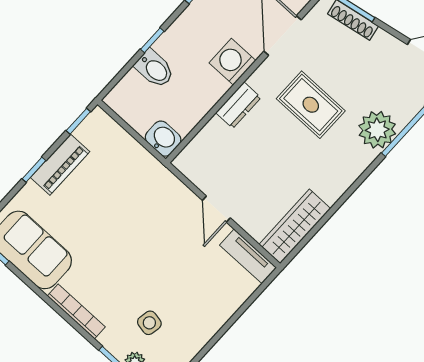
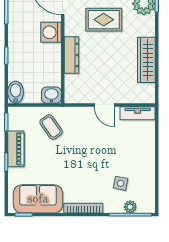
bidet: (155, 69) -> (16, 92), moved, turned -90
dresser: (238, 105) -> (71, 55), width x1.44
coffee table: (127, 177) -> (51, 127), added
wardrobe: (295, 226) -> (146, 60), moved

